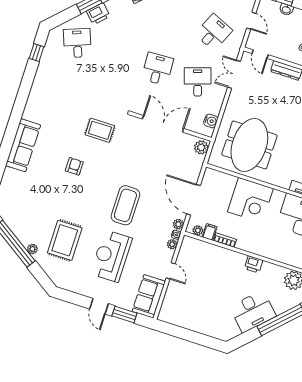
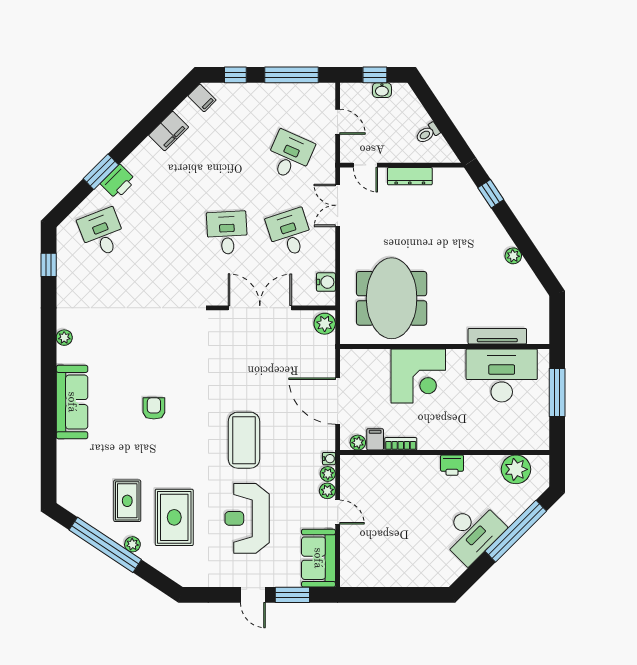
plant: (31, 102) -> (64, 338), added
rug: (100, 130) -> (127, 501), moved, turned 90
plant: (178, 224) -> (327, 491), moved

